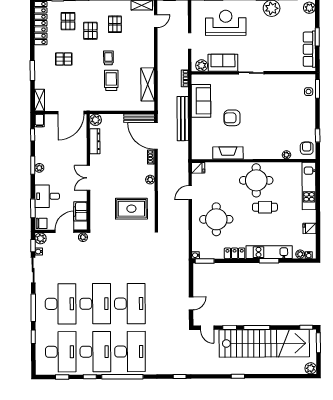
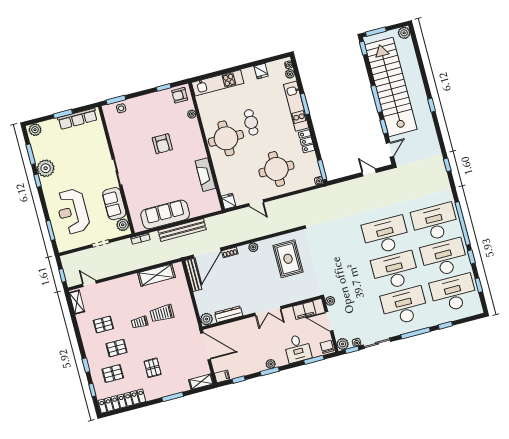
sofa: (201, 101) -> (165, 214), width x1.36
armchair: (232, 118) -> (162, 144), moved

